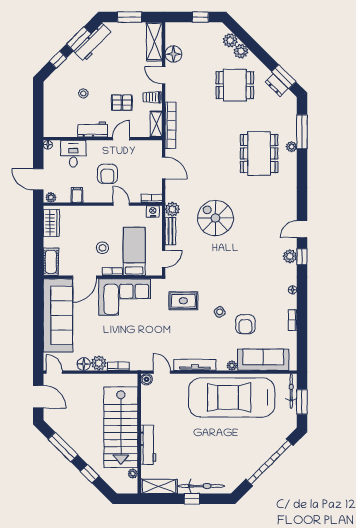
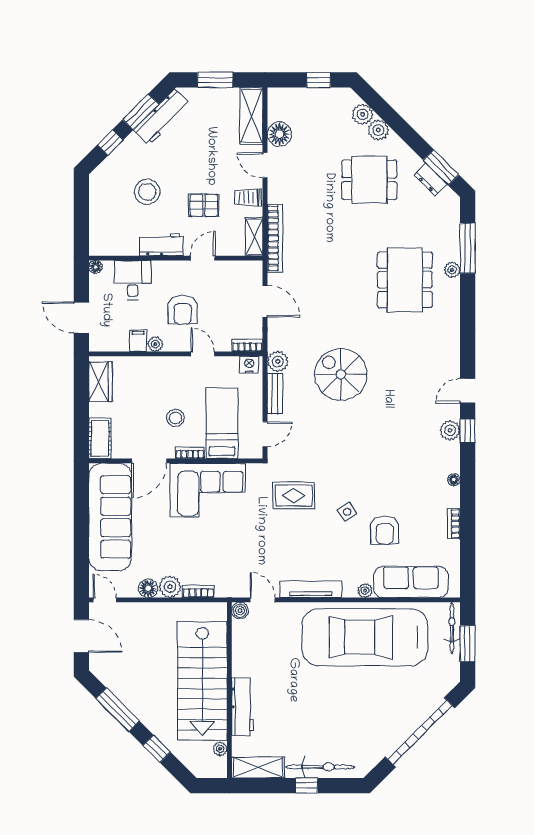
stool: (83, 93) -> (147, 192), width x1.89, depth x1.89
plant: (51, 197) -> (155, 344), moved

